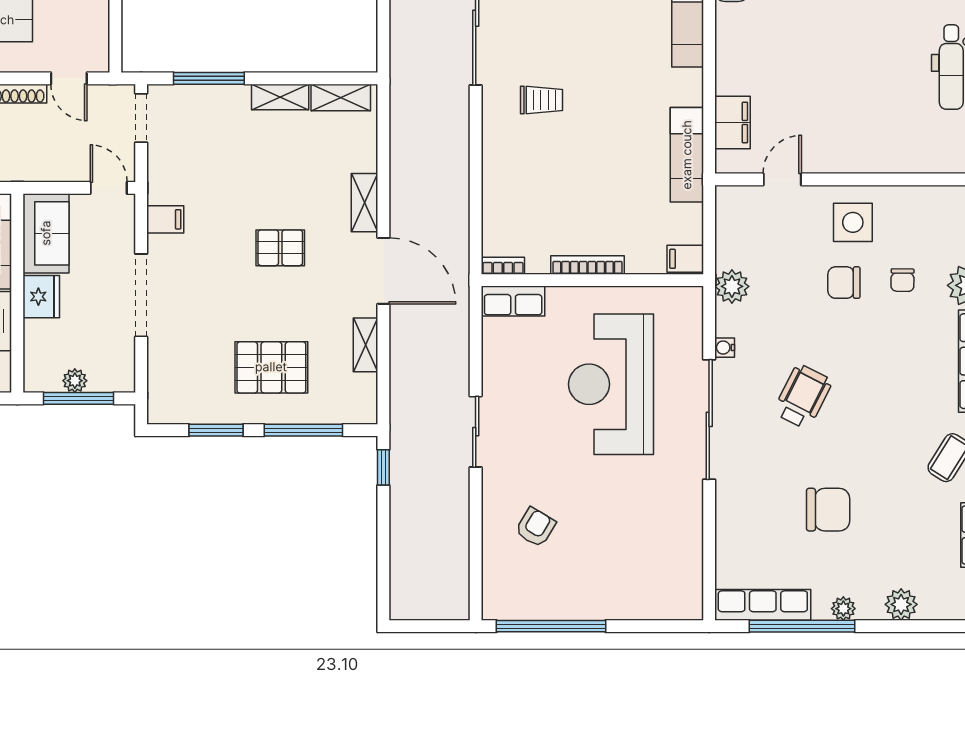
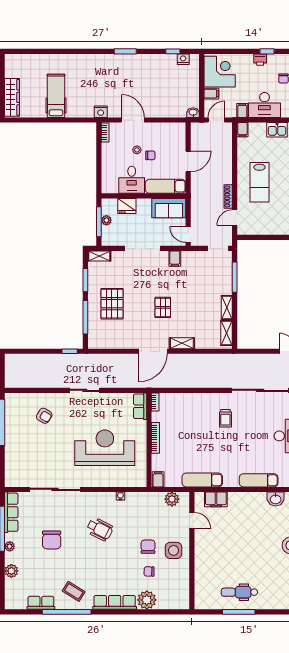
door: (109, 188) -> (188, 235), swing flipped
plant: (732, 286) -> (172, 499), moved
fridge: (41, 297) -> (127, 206), moved
shelving: (366, 345) -> (99, 256), moved
sliding door: (709, 419) -> (55, 489), moved

